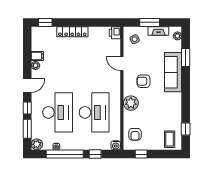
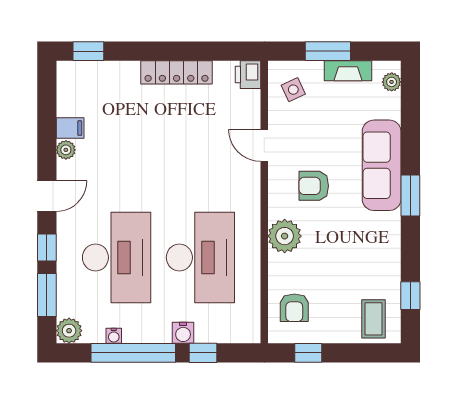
locker: (72, 32) -> (177, 72), moved
window: (186, 57) -> (410, 195), moved
water cooler: (116, 145) -> (183, 333), moved

